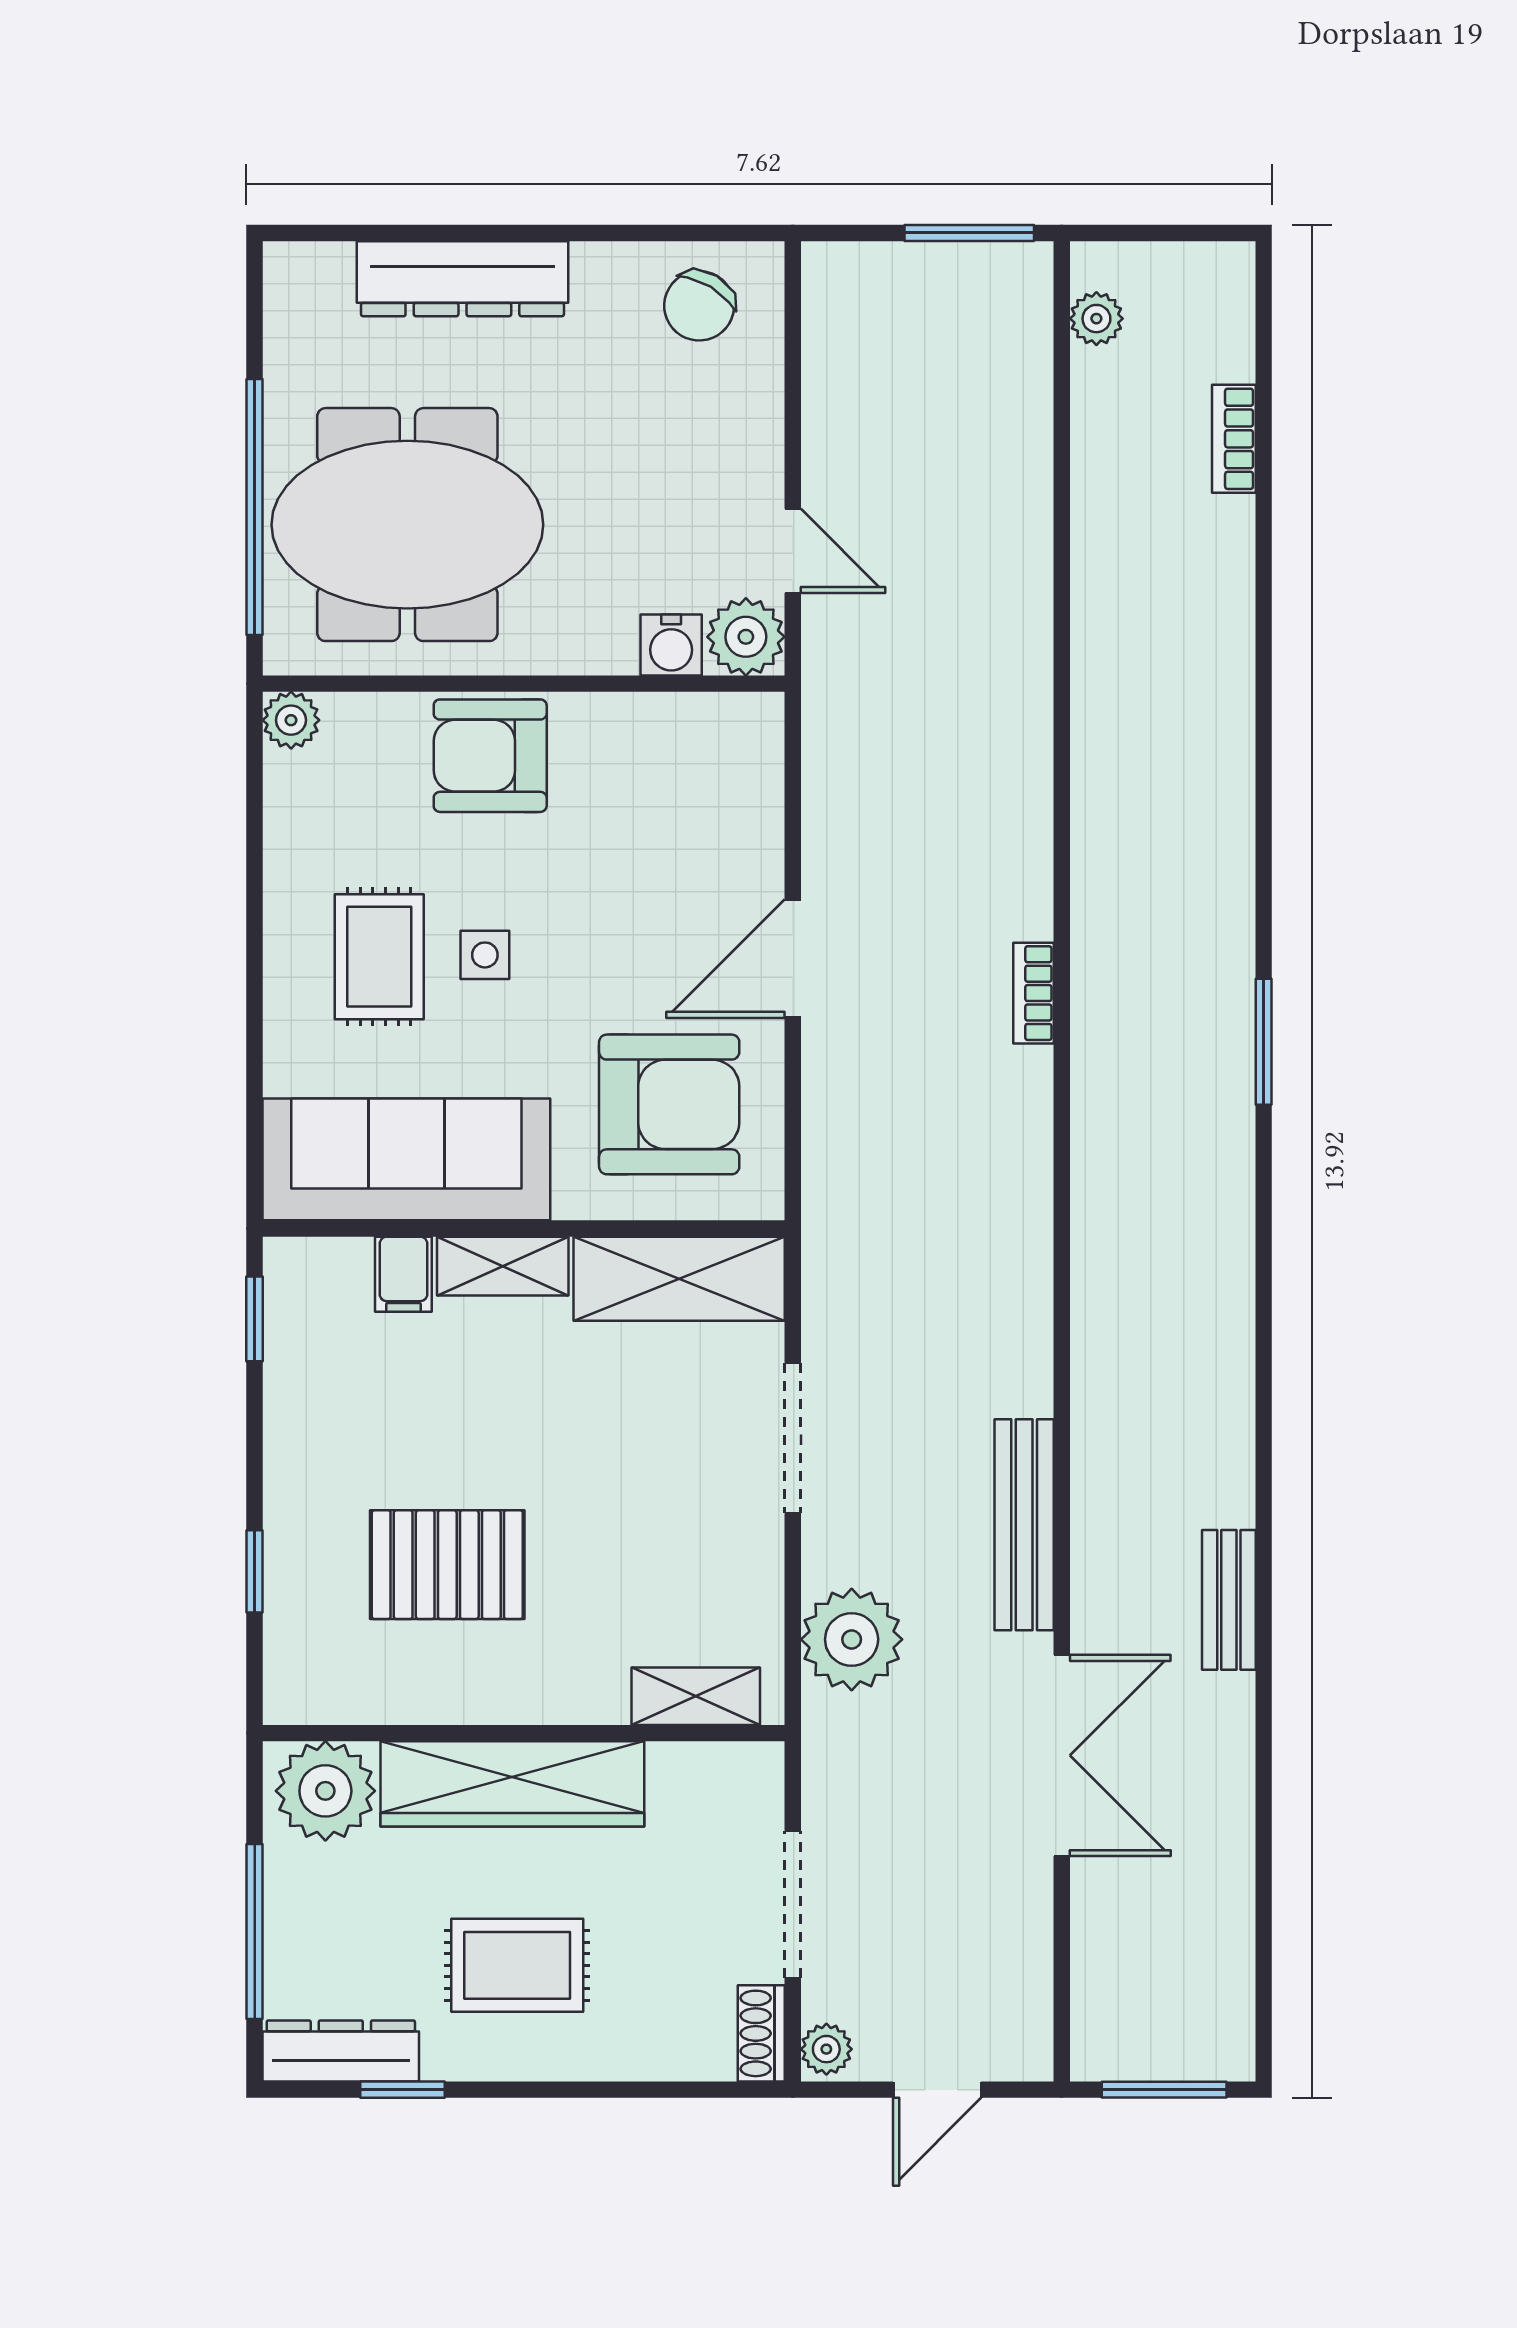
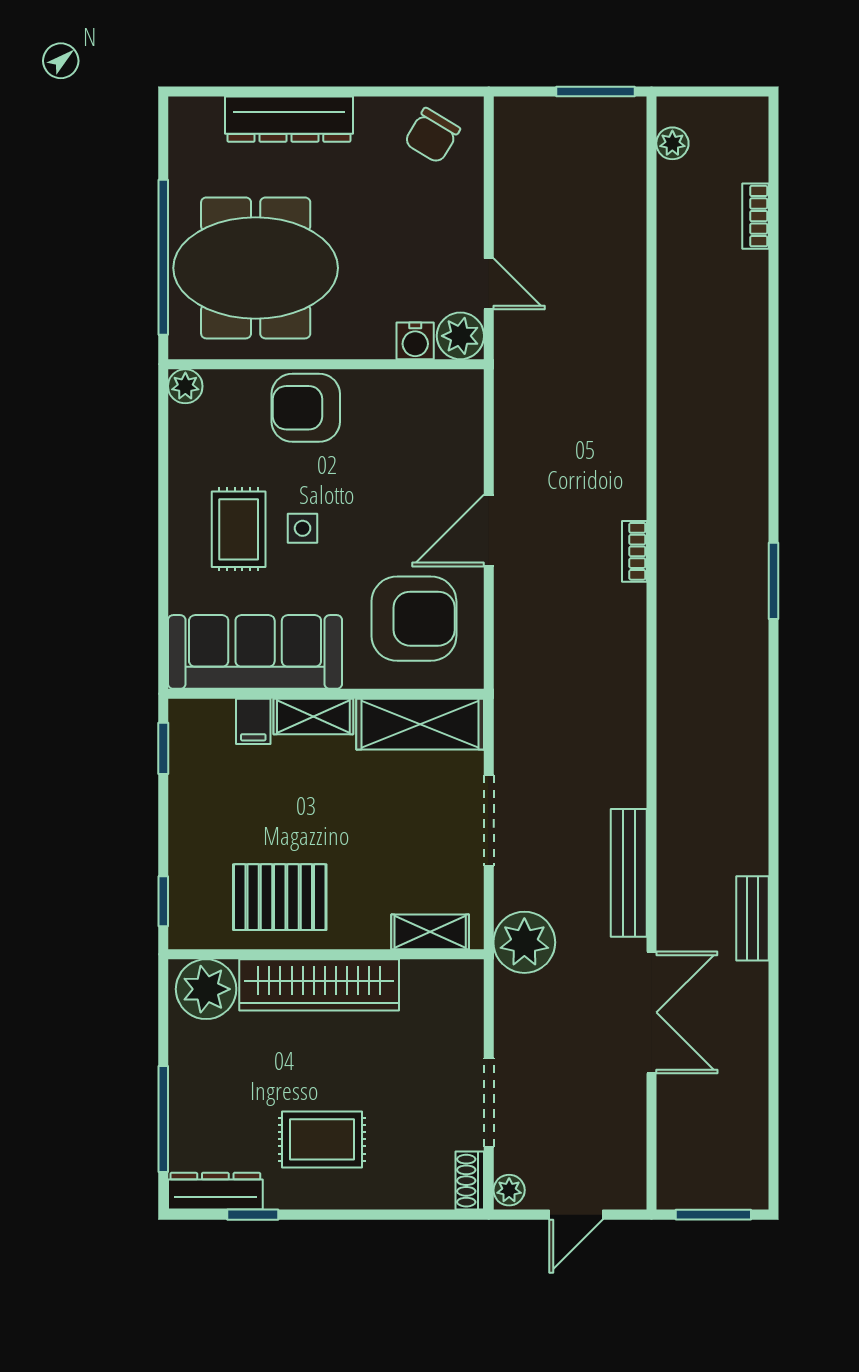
shelving: (696, 1696) -> (430, 932), moved
wall: (524, 1733) -> (326, 954), moved
wardrobe: (512, 1784) -> (319, 985), moved
plant: (325, 1791) -> (206, 989), moved

